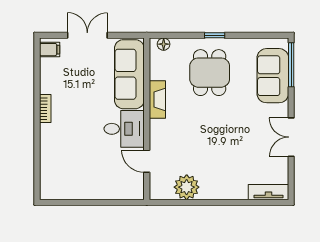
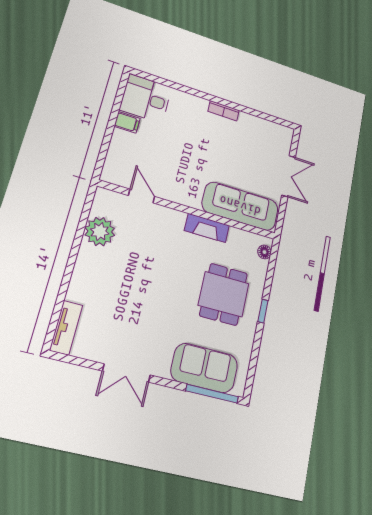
filing cabinet: (50, 50) -> (127, 122), moved, turned -90
dining table: (210, 73) -> (224, 294), turned 90
desk: (124, 129) -> (146, 99), moved, turned 90
double door: (291, 137) -> (126, 373), swing flipped
door: (147, 161) -> (142, 196), hinge flipped

